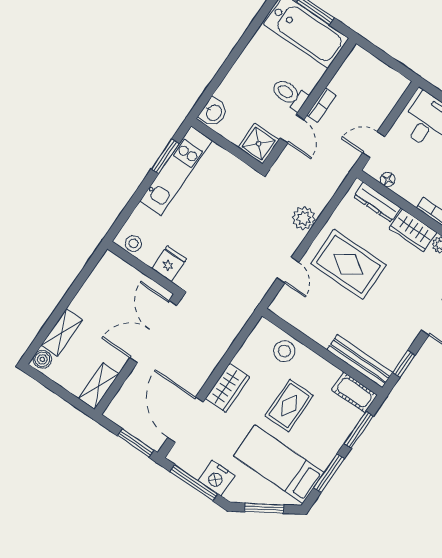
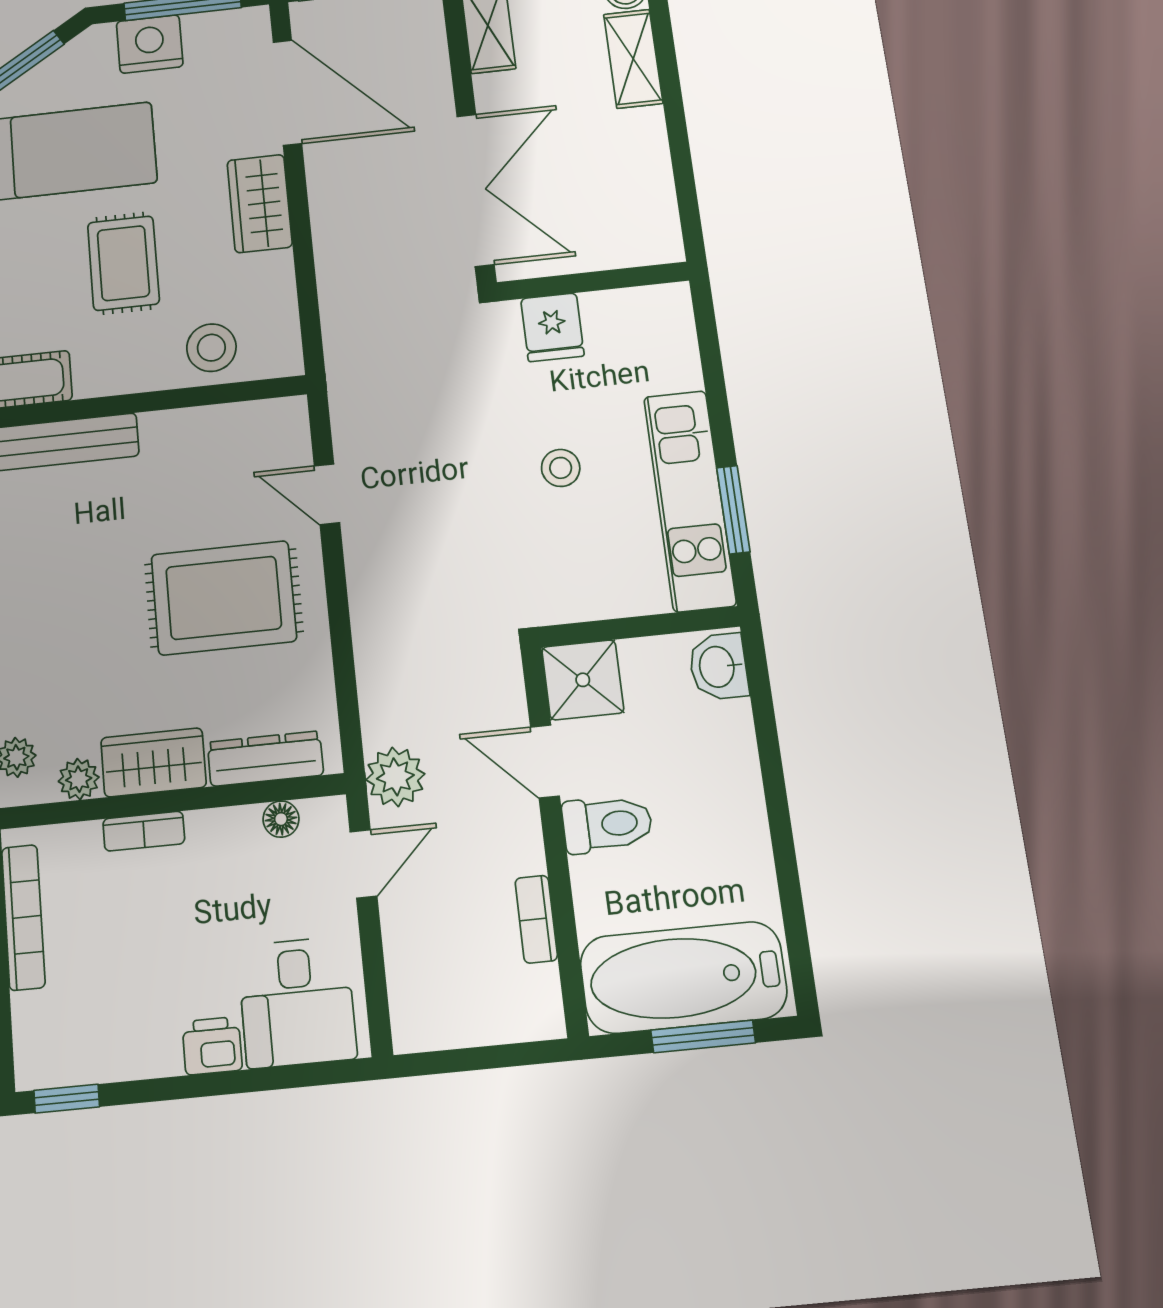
bookcase: (321, 105) -> (536, 919), moved
plant: (304, 218) -> (395, 777), moved
stool: (133, 243) -> (561, 468), moved

